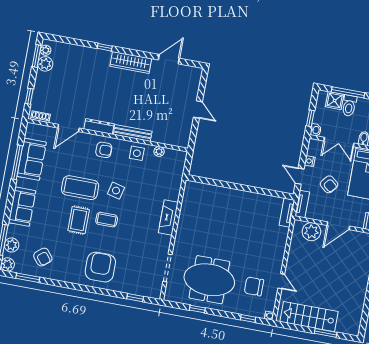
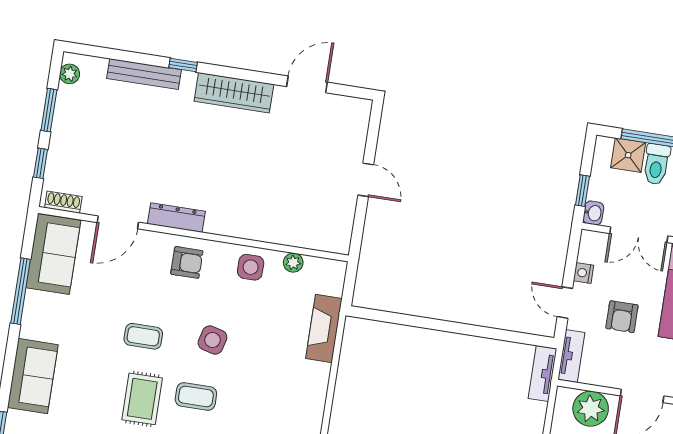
window: (37, 56) -> (49, 110), moved
plant: (45, 64) -> (70, 100), removed
bench: (133, 133) -> (144, 74), moved
sofa: (32, 159) -> (53, 254), moved
armchair: (329, 184) -> (622, 317), turned 51
coffee table: (80, 188) -> (143, 336), width x0.54, depth x0.58
fireplace: (168, 217) -> (324, 328), moved

